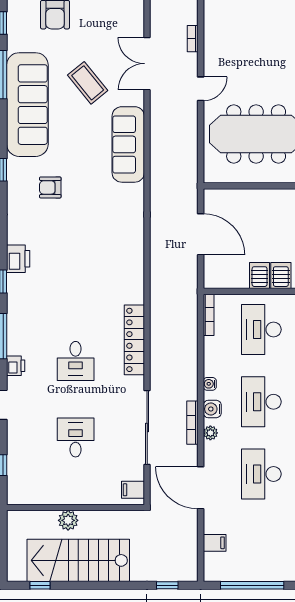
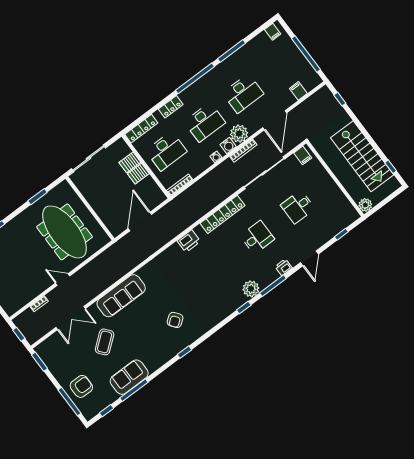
sofa: (27, 105) -> (129, 377), width x0.54, depth x0.79
armchair: (50, 187) -> (175, 320), turned 53
printer: (18, 259) -> (189, 241), moved, turned 180
plant: (19, 307) -> (251, 289), added
plant: (210, 433) -> (239, 134), width x1.87, depth x1.87
plant: (68, 520) -> (365, 205), moved

